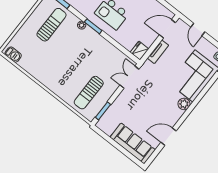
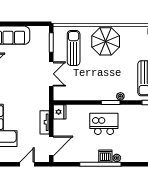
door: (198, 29) -> (27, 164), hinge flipped
double door: (129, 77) -> (51, 74), moved
parasol: (59, 78) -> (106, 41), added

